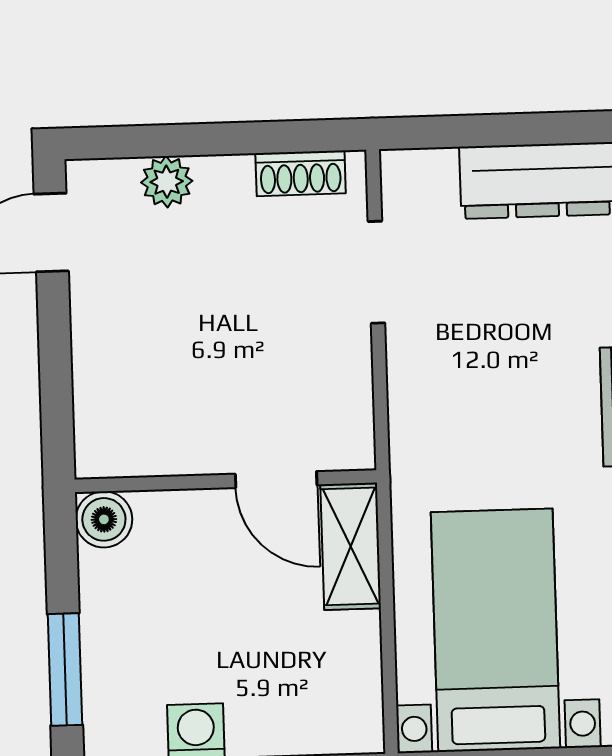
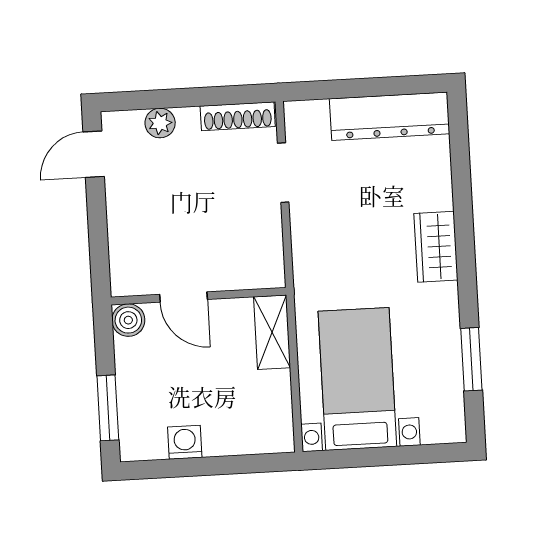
shoe rack: (301, 173) -> (238, 116), width x1.43
door: (276, 480) -> (183, 297), moved

